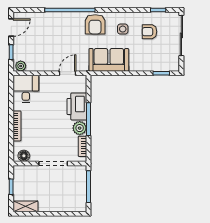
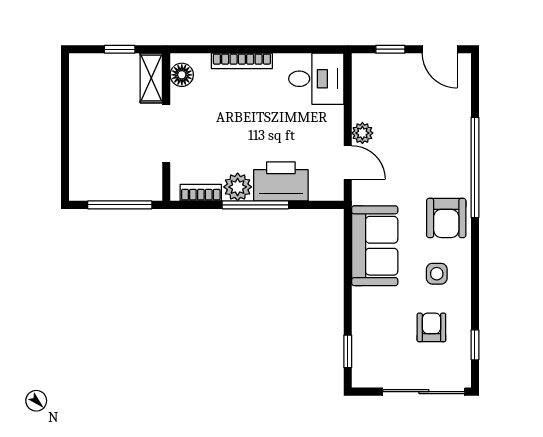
armchair: (95, 24) -> (446, 218), turned -90
plant: (21, 66) -> (362, 133), moved
shelving: (25, 206) -> (151, 78), moved

